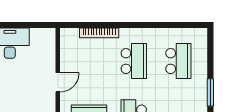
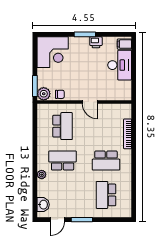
school desk: (178, 61) -> (106, 195), turned 90

